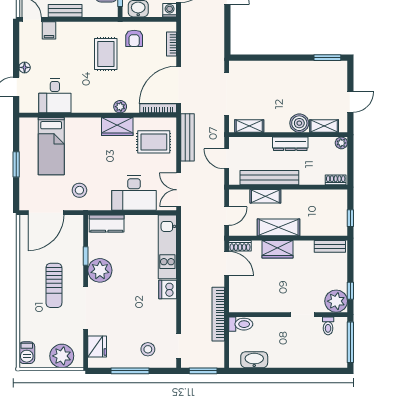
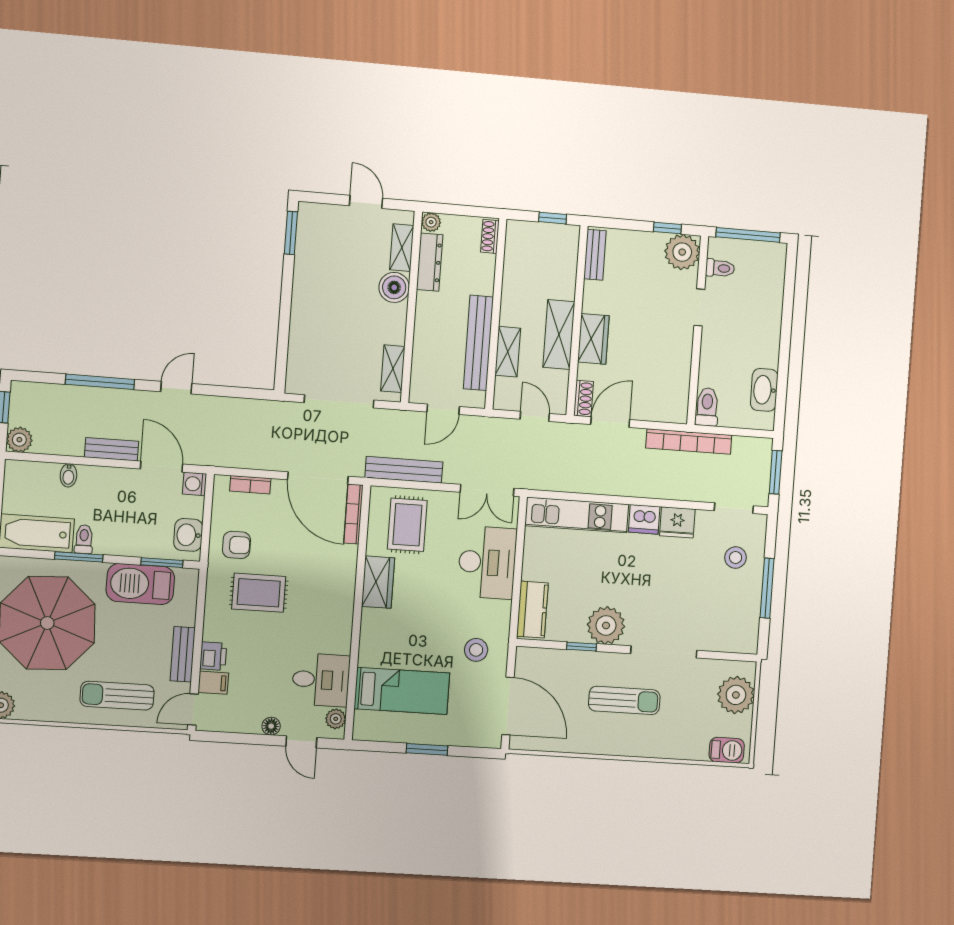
printer: (65, 29) -> (213, 656), added
plant: (120, 107) -> (336, 719), moved
dresser: (290, 144) -> (430, 262), moved
fridge: (97, 347) -> (677, 522), moved, turned 180

